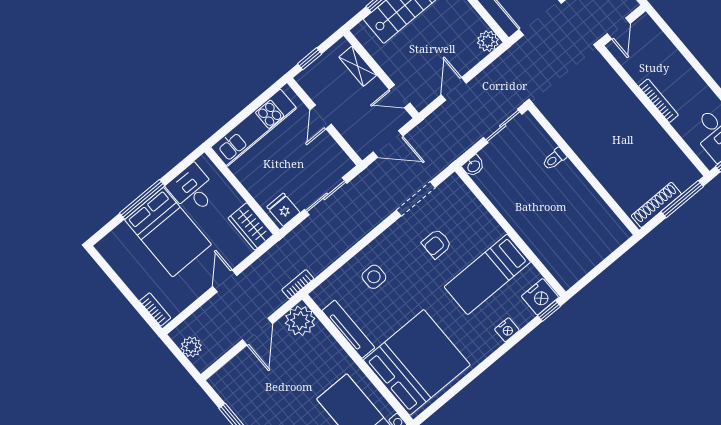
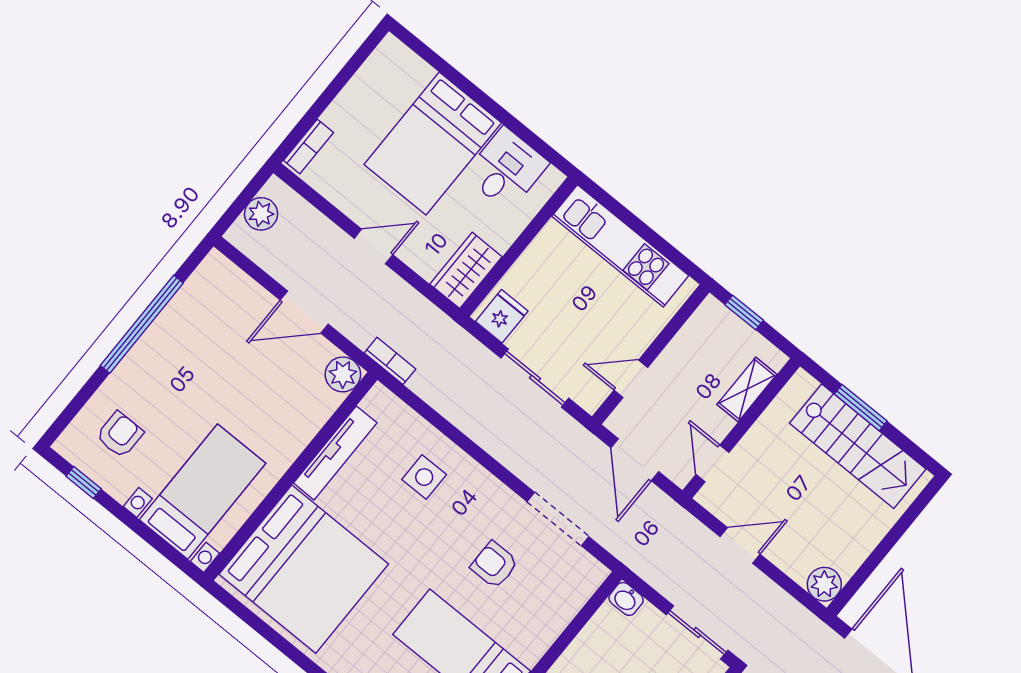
door: (321, 117) -> (631, 379), moved
window: (142, 199) -> (476, 94), removed
plant: (300, 321) -> (343, 374), width x0.73, depth x0.73

